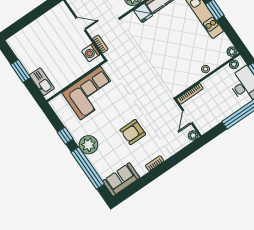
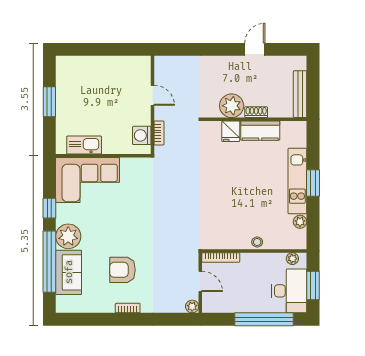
plant: (232, 52) -> (300, 222), moved
kitchen sink: (42, 82) -> (84, 145), moved, turned -90
corner sofa: (90, 93) -> (88, 180), moved
door: (188, 117) -> (200, 281), swing flipped
armchair: (133, 132) -> (122, 270), moved
sofa: (121, 179) -> (69, 272), moved, turned 90

